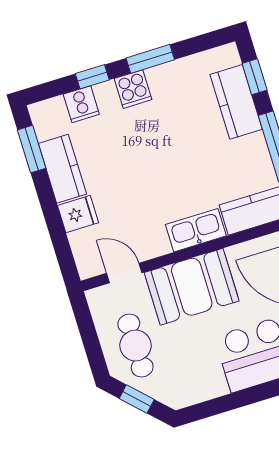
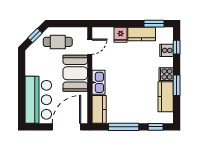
window: (92, 77) -> (177, 47), moved
kitchen counter: (236, 102) -> (166, 97), moved, turned -90

